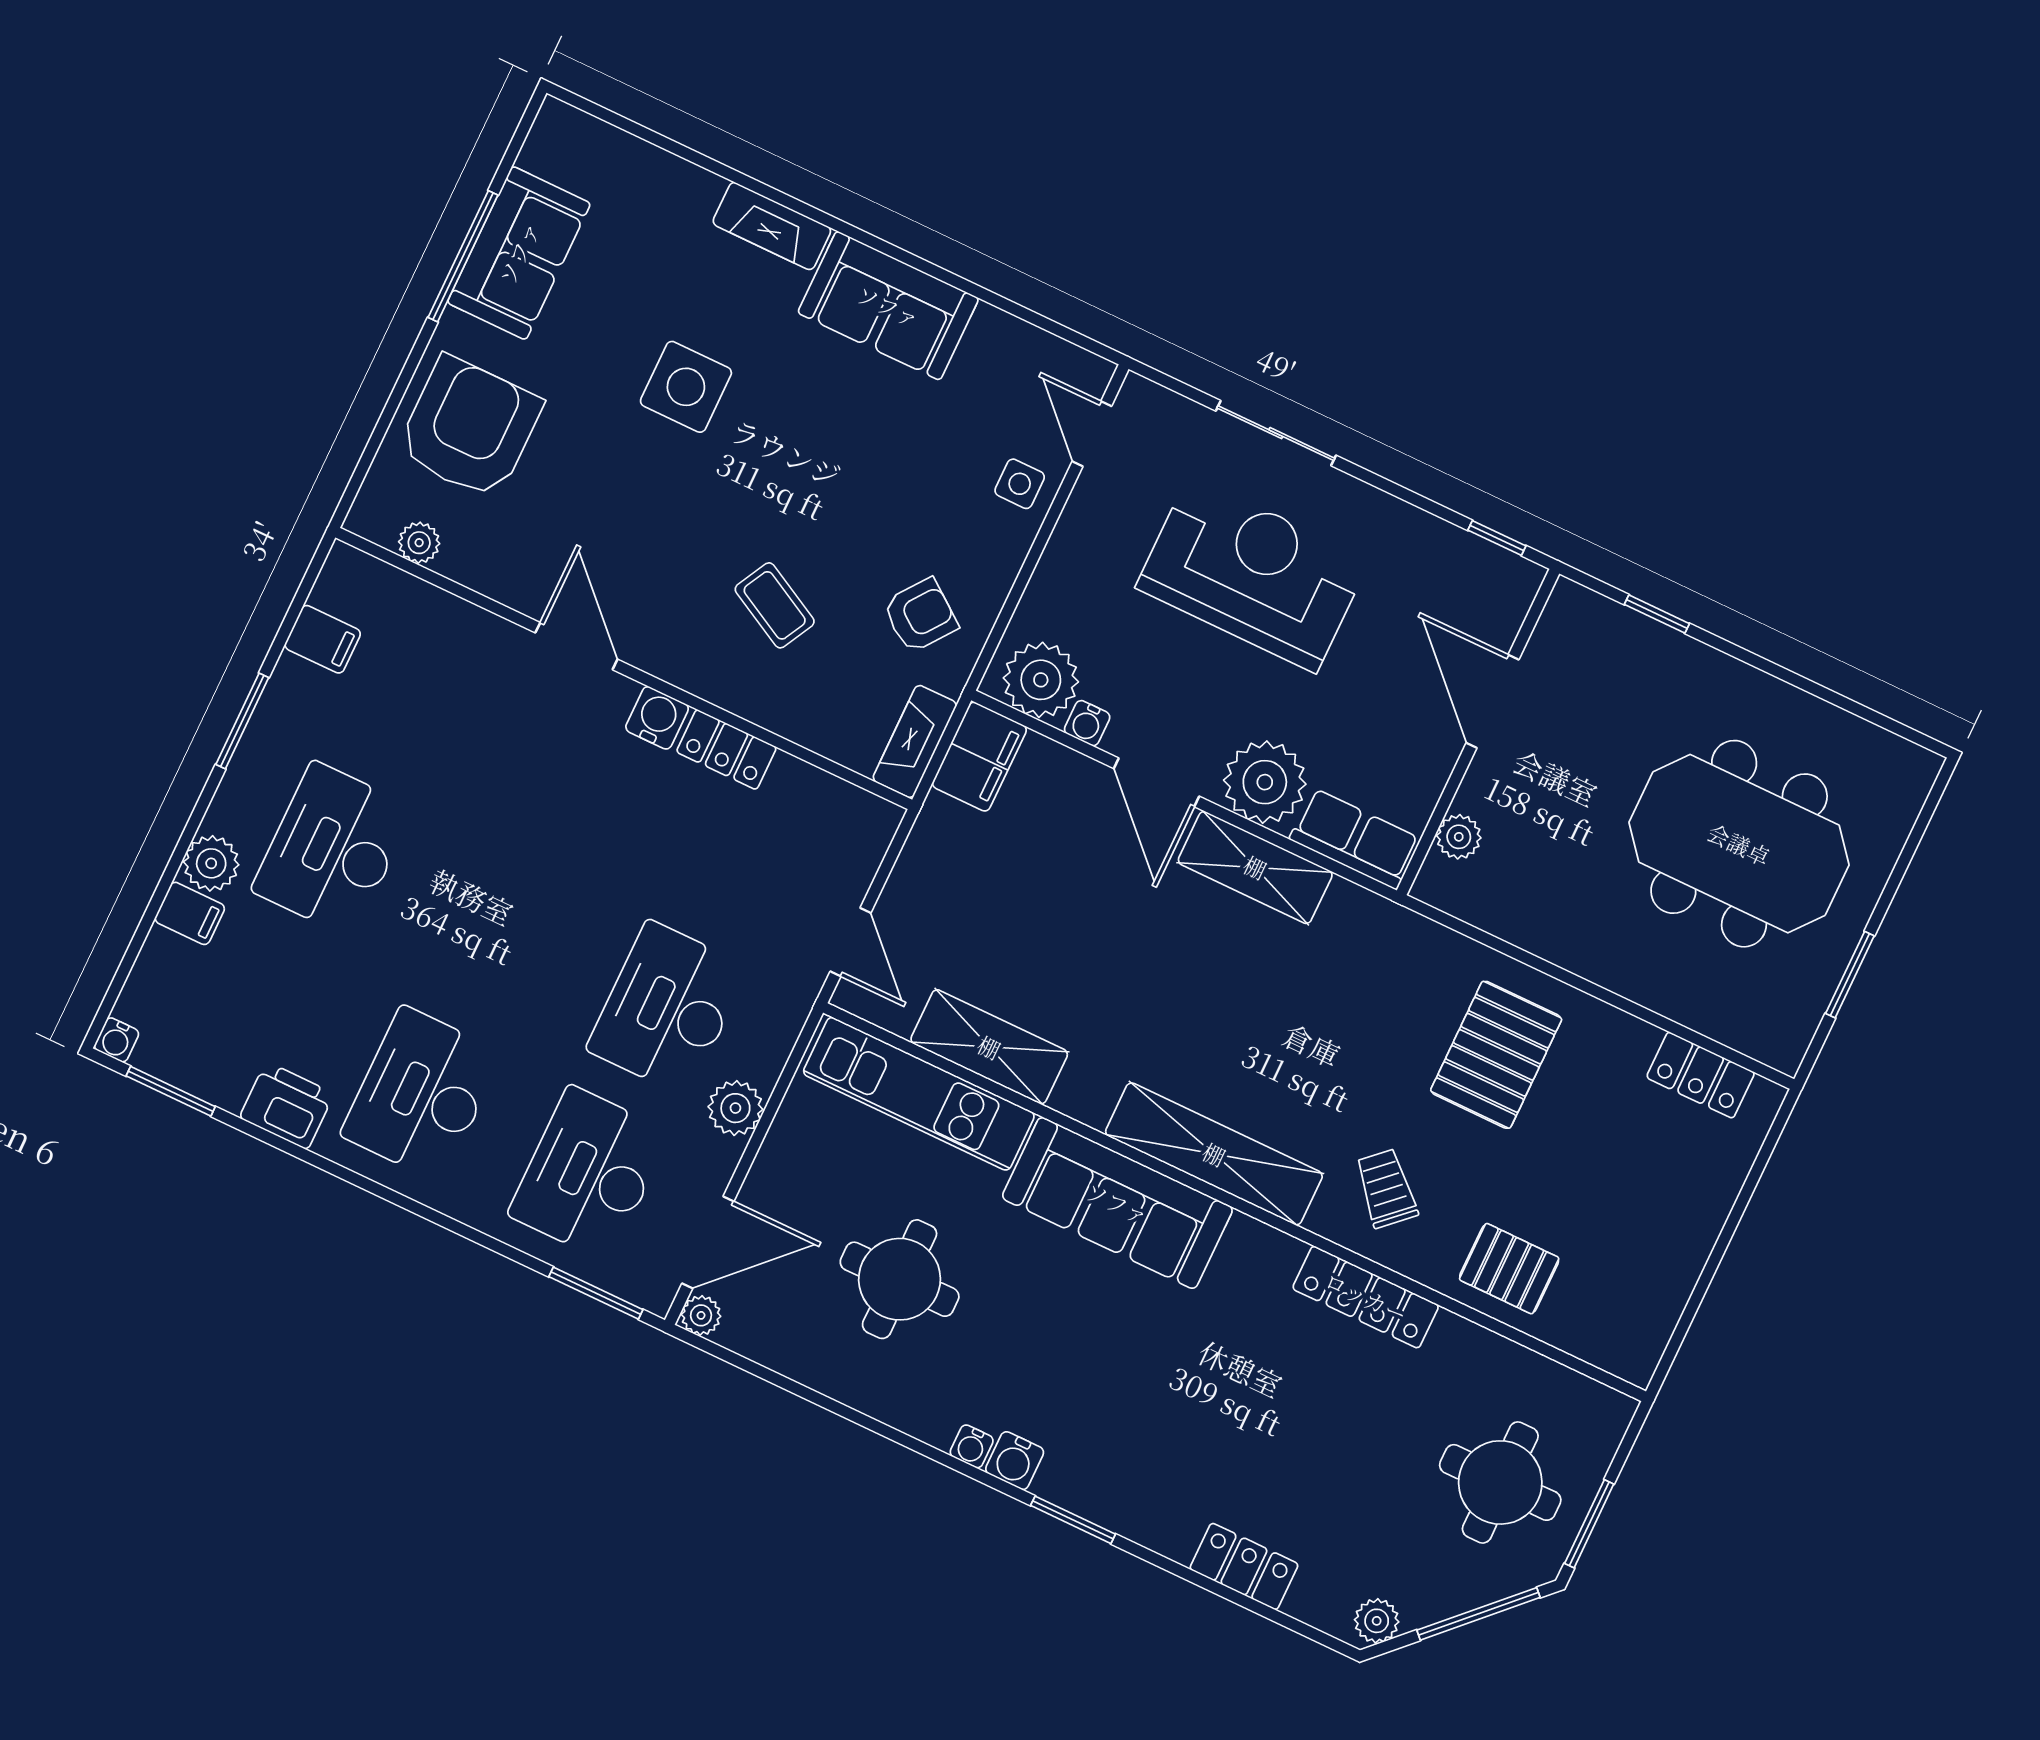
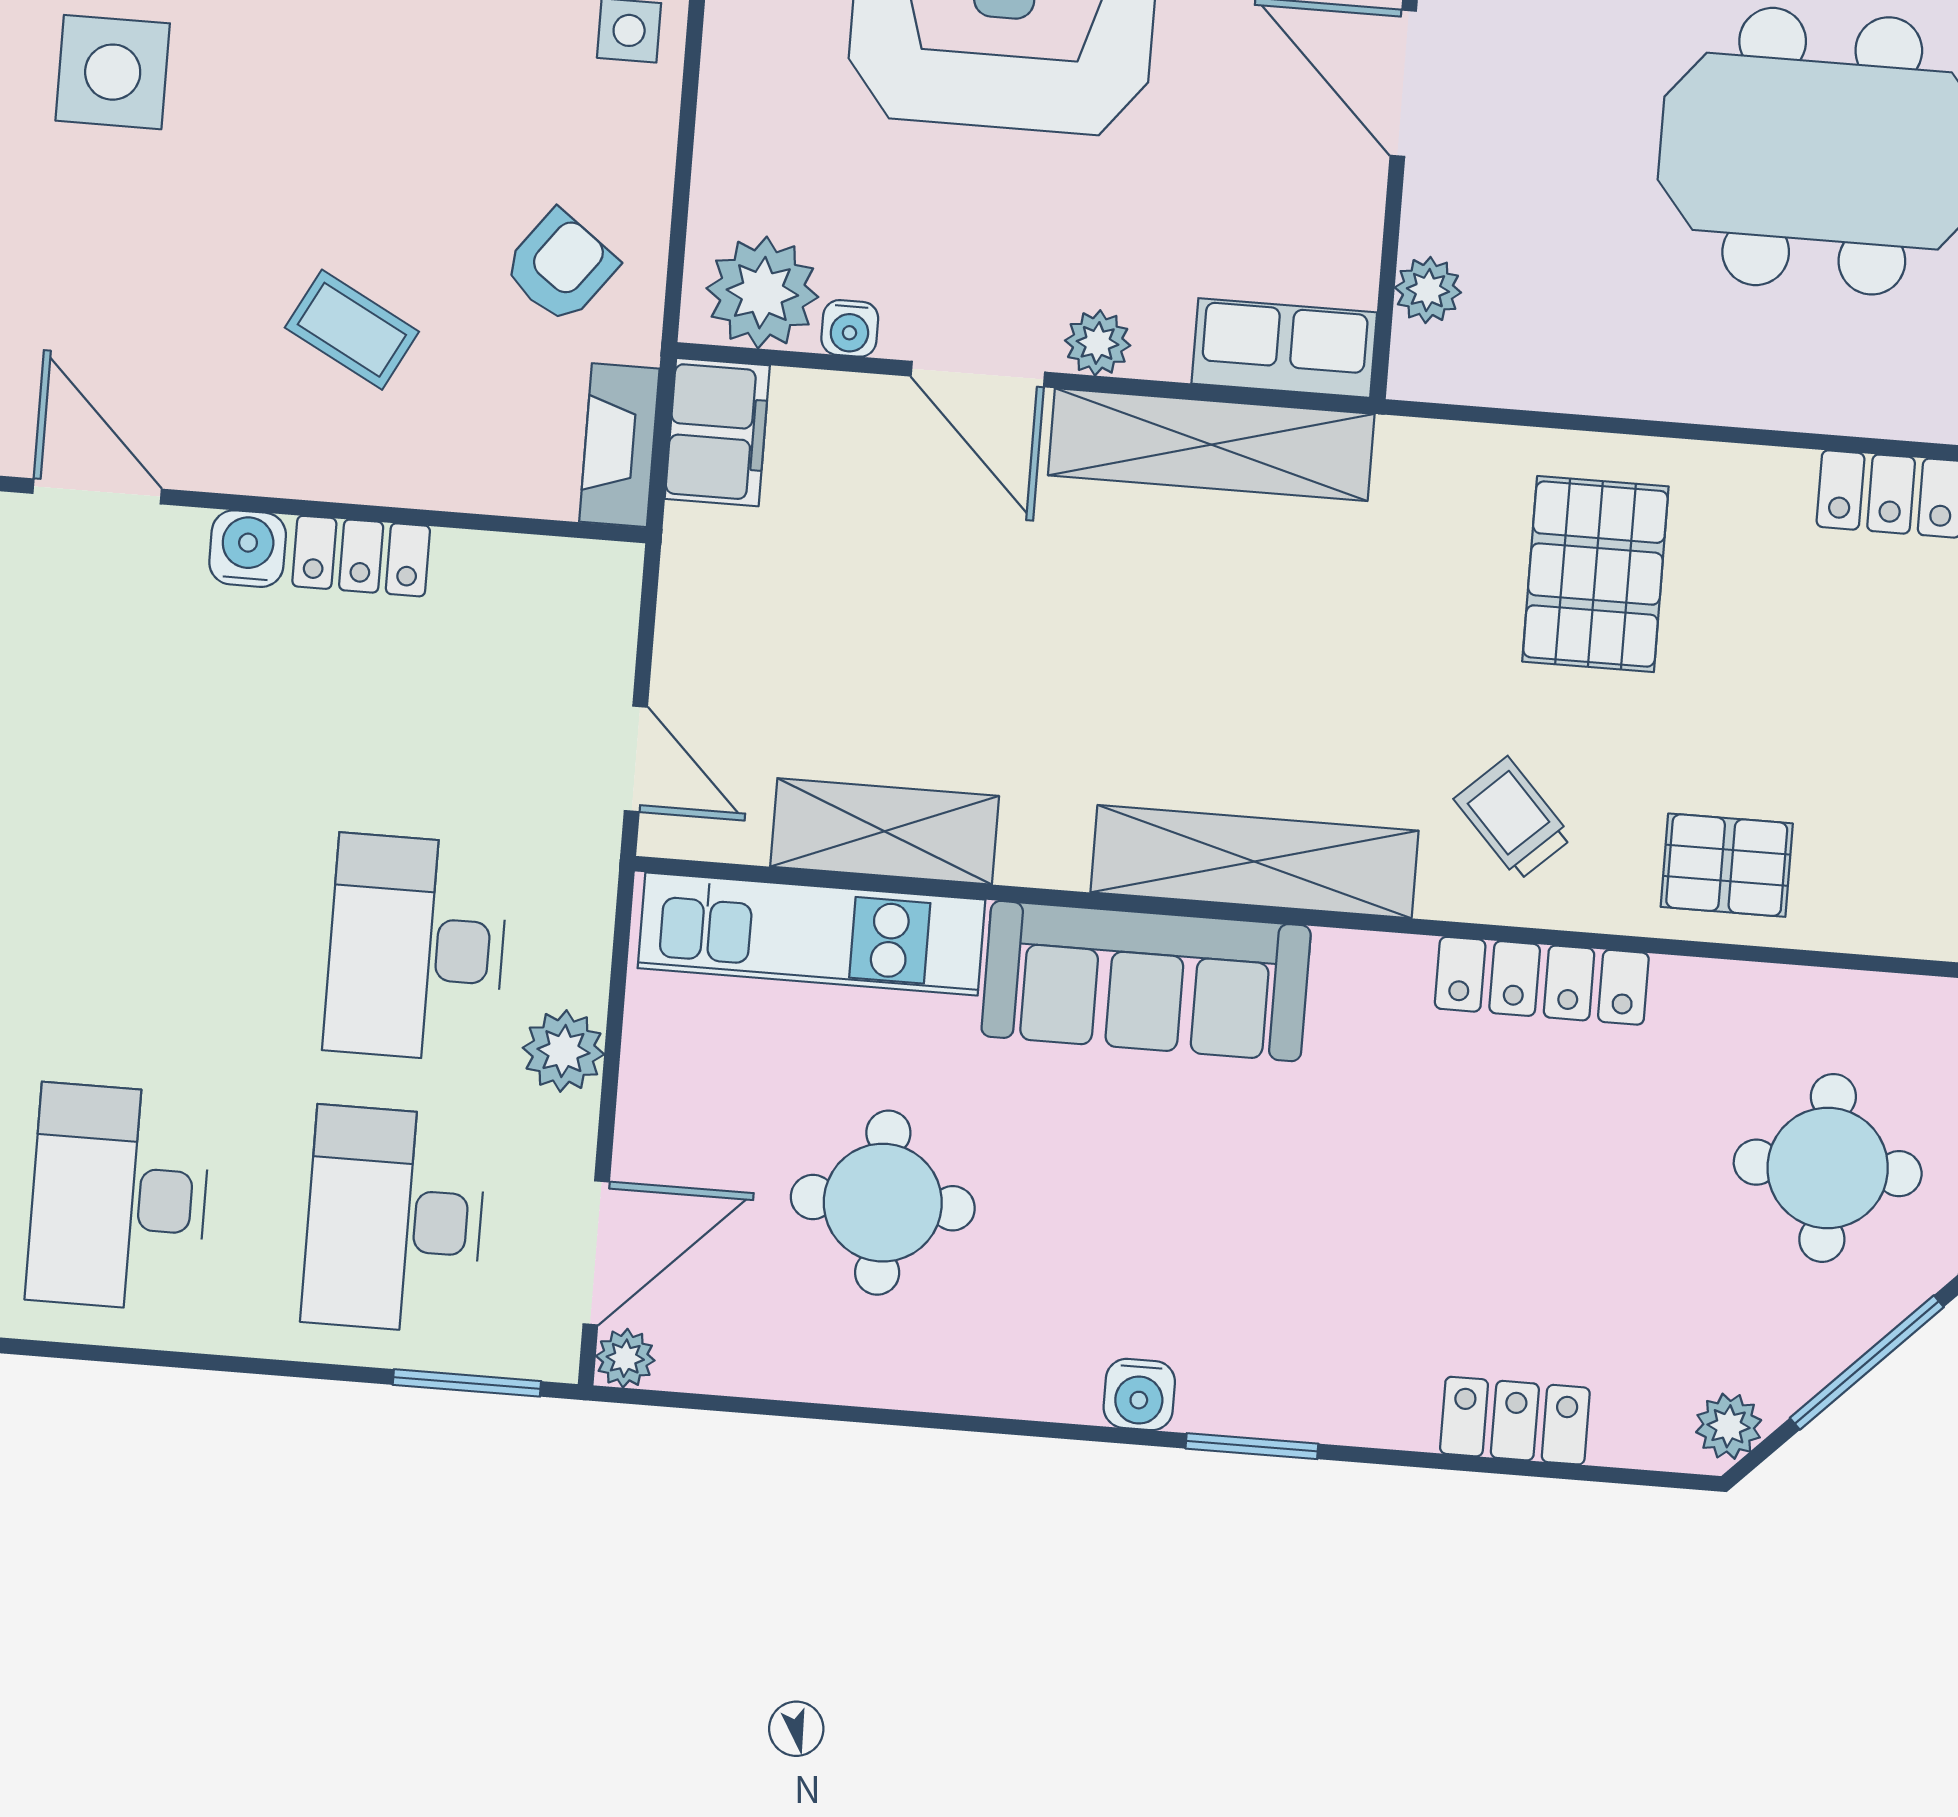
plant: (1265, 782) -> (1098, 343), width x0.53, depth x0.53
shelving: (1255, 867) -> (1211, 445), width x1.47
water cooler: (972, 1446) -> (1072, 1398), removed

